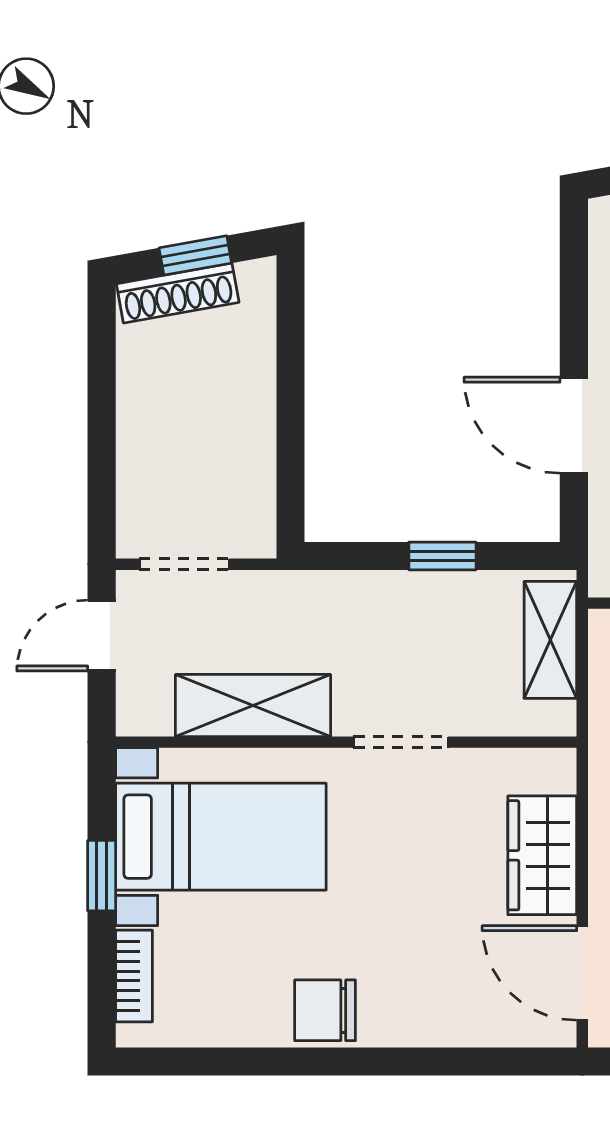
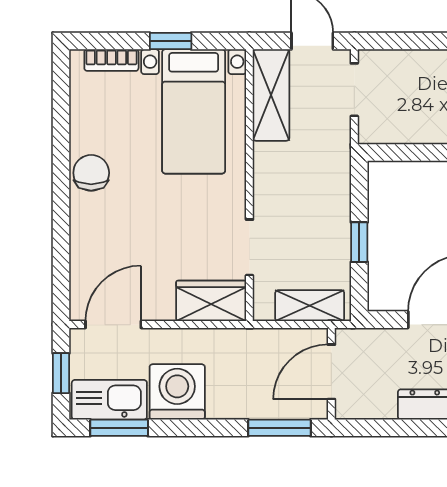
shelving: (253, 705) -> (271, 95), moved
doorway: (401, 742) -> (249, 247), moved
wardrobe: (542, 855) -> (211, 301), moved

